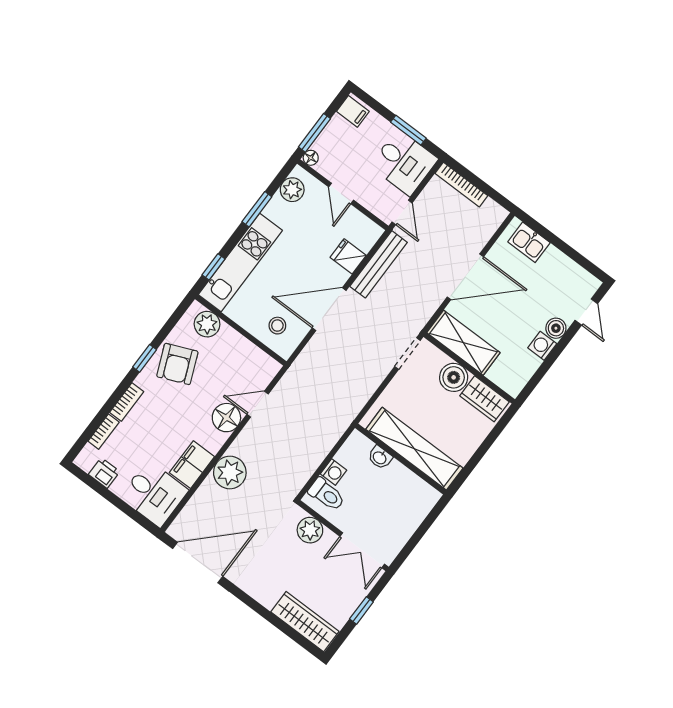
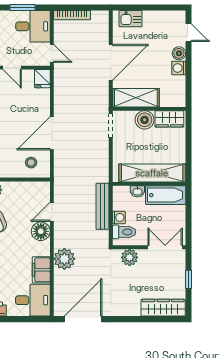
fridge: (348, 256) -> (42, 79), moved, turned -90
bench: (379, 264) -> (103, 206), moved
bathtub: (411, 488) -> (166, 195), added
double door: (362, 550) -> (165, 247), swing flipped

